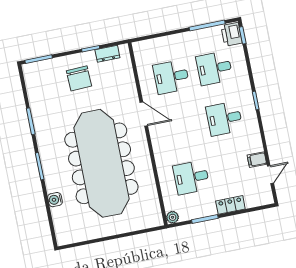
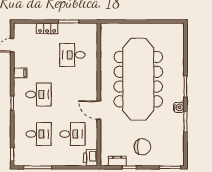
printer: (232, 34) -> (91, 158), moved, turned 180
chair: (79, 78) -> (142, 147), turned 92
filing cabinet: (257, 160) -> (20, 73), moved
desk: (191, 177) -> (72, 55), turned 180
water cooler: (55, 200) -> (179, 107), moved
plant: (173, 217) -> (93, 28), removed

